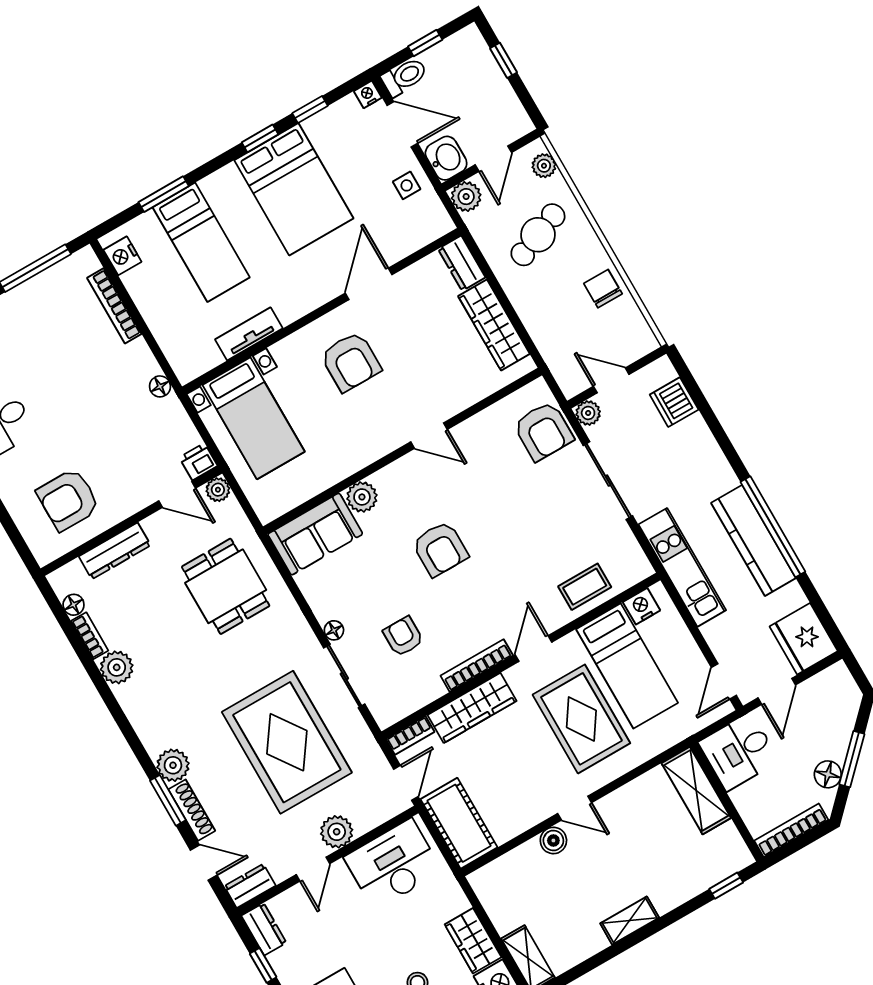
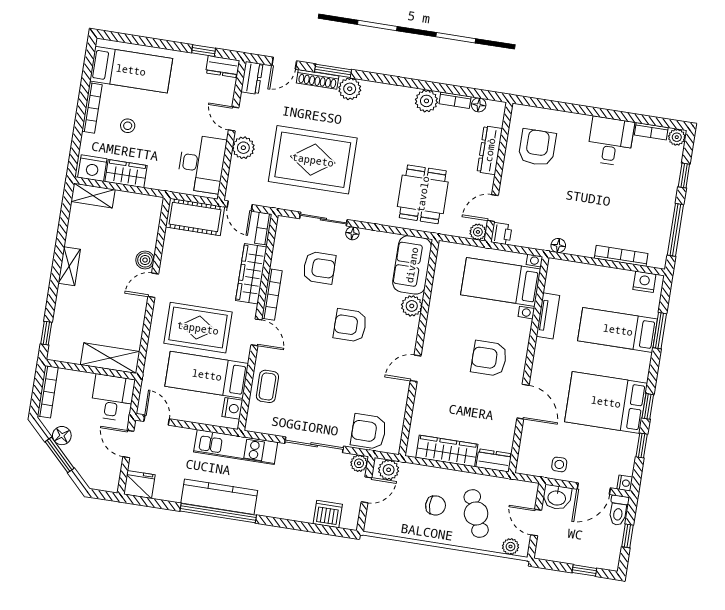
plant: (466, 197) -> (389, 470), moved
chair: (603, 289) -> (436, 505), moved
dining table: (226, 586) -> (423, 194), turned 90
armchair: (403, 636) -> (319, 268), width x1.38, depth x1.38
fridge: (804, 639) -> (139, 484), width x0.73, depth x0.75

